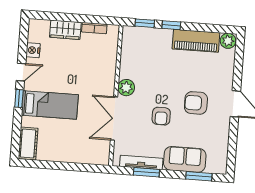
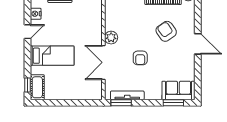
window: (19, 99) -> (28, 85), moved
armchair: (196, 103) -> (166, 31), moved, turned 55
sofa: (185, 159) -> (178, 90), moved
window: (146, 172) -> (121, 103), moved

